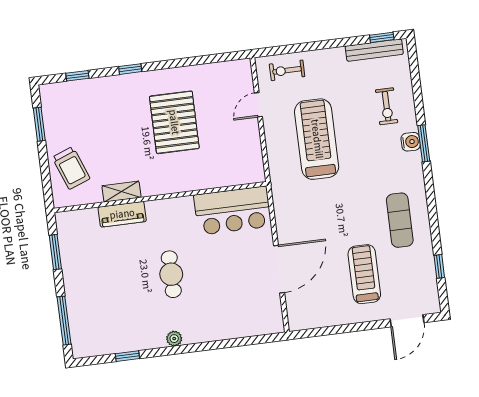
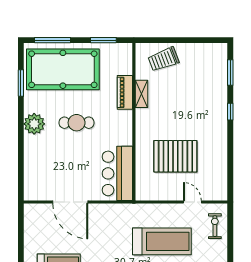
window: (77, 76) -> (230, 72), width x1.50
pallet: (174, 122) -> (175, 156), moved
window: (39, 124) -> (198, 40), removed
pool table: (102, 302) -> (63, 69), added
plant: (174, 339) -> (34, 124), width x1.88, depth x1.88
window: (127, 356) -> (21, 83), width x1.50

